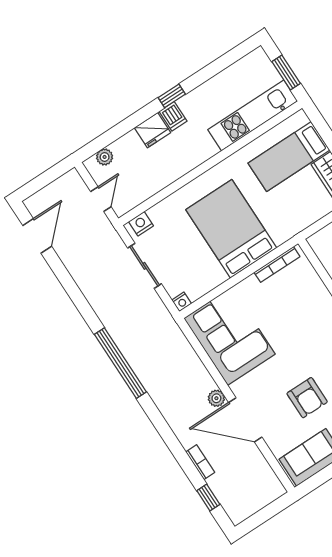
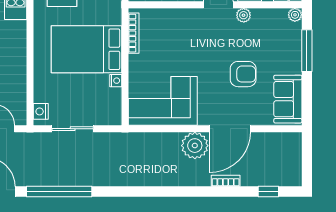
nightstand: (182, 302) -> (116, 81), moved
window: (120, 363) -> (59, 192), moved
plant: (216, 398) -> (195, 146), width x1.88, depth x1.88
bookcase: (200, 462) -> (226, 181), moved

